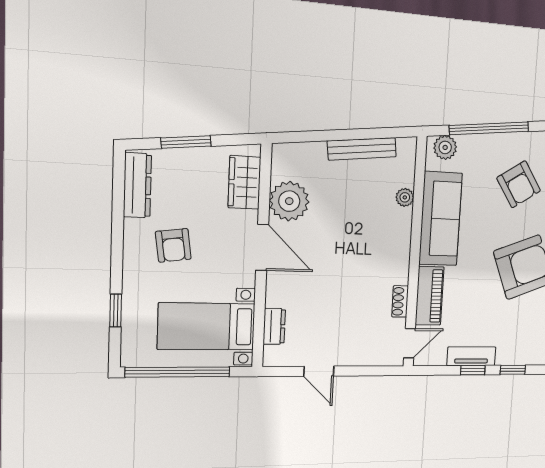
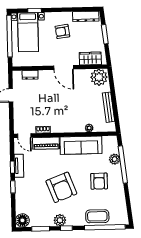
plant: (445, 147) -> (115, 159), moved
armchair: (519, 184) -> (99, 181), turned -57
plant: (289, 201) -> (99, 77), moved
door: (262, 247) -> (64, 67), hinge flipped
bed with nightstands: (207, 326) -> (28, 32), moved, turned 180

